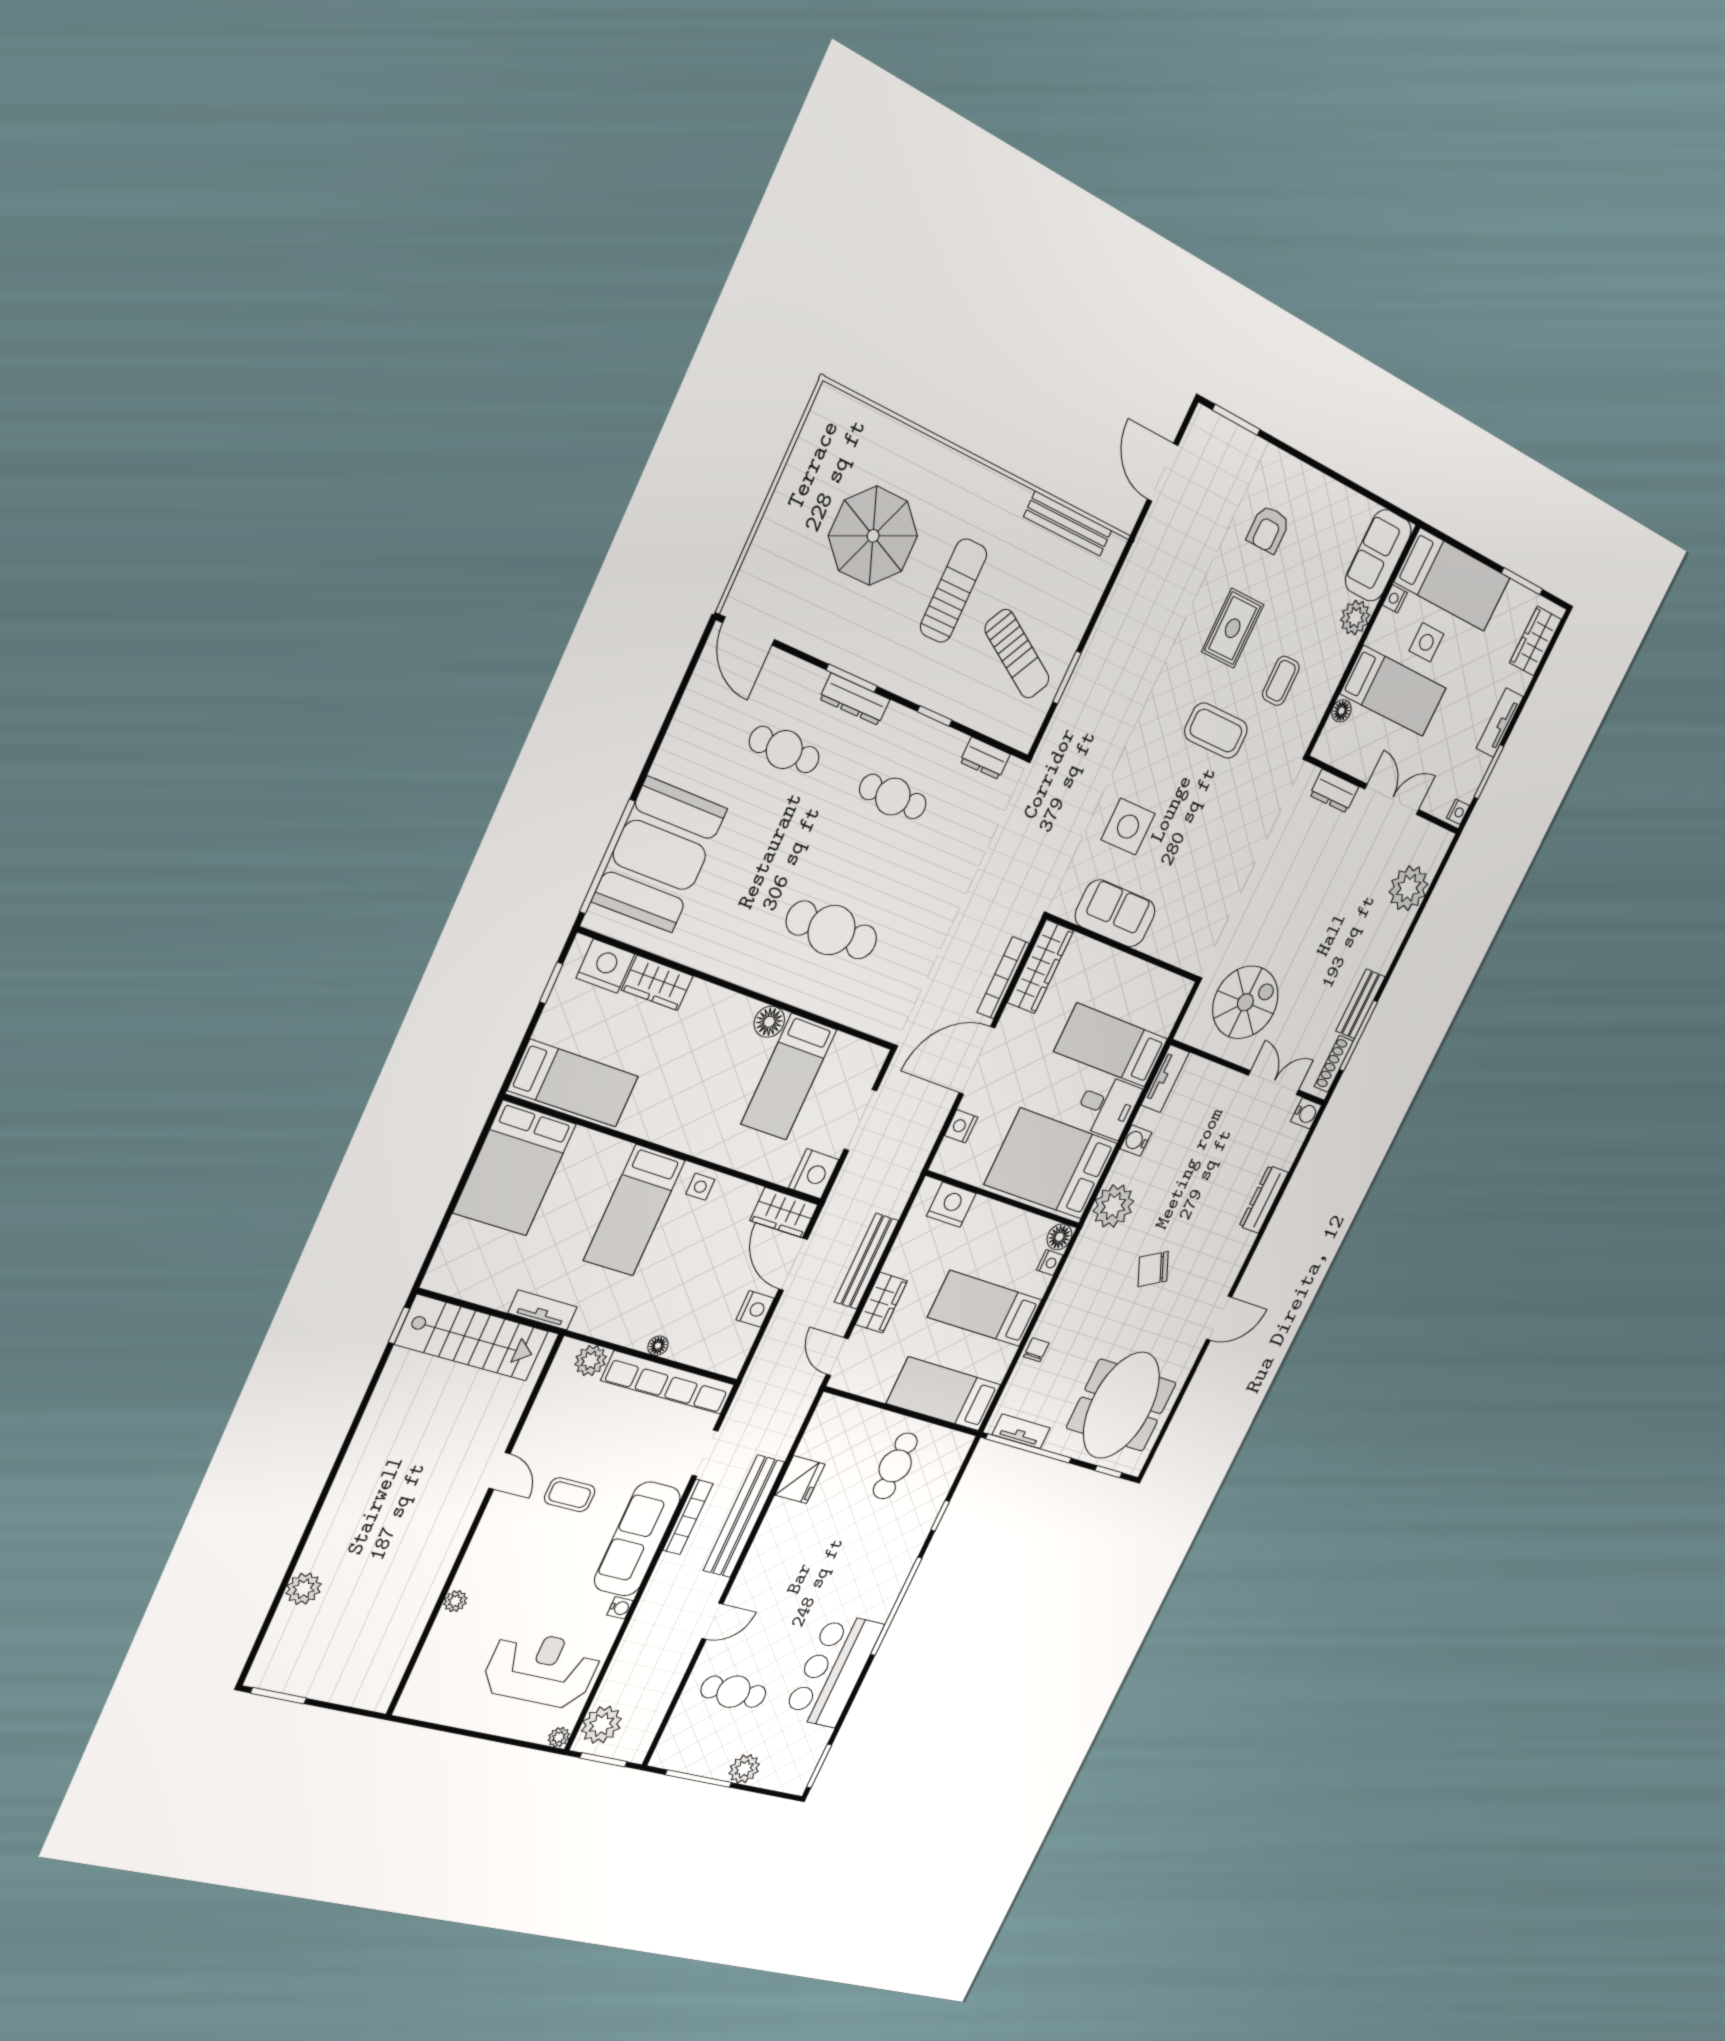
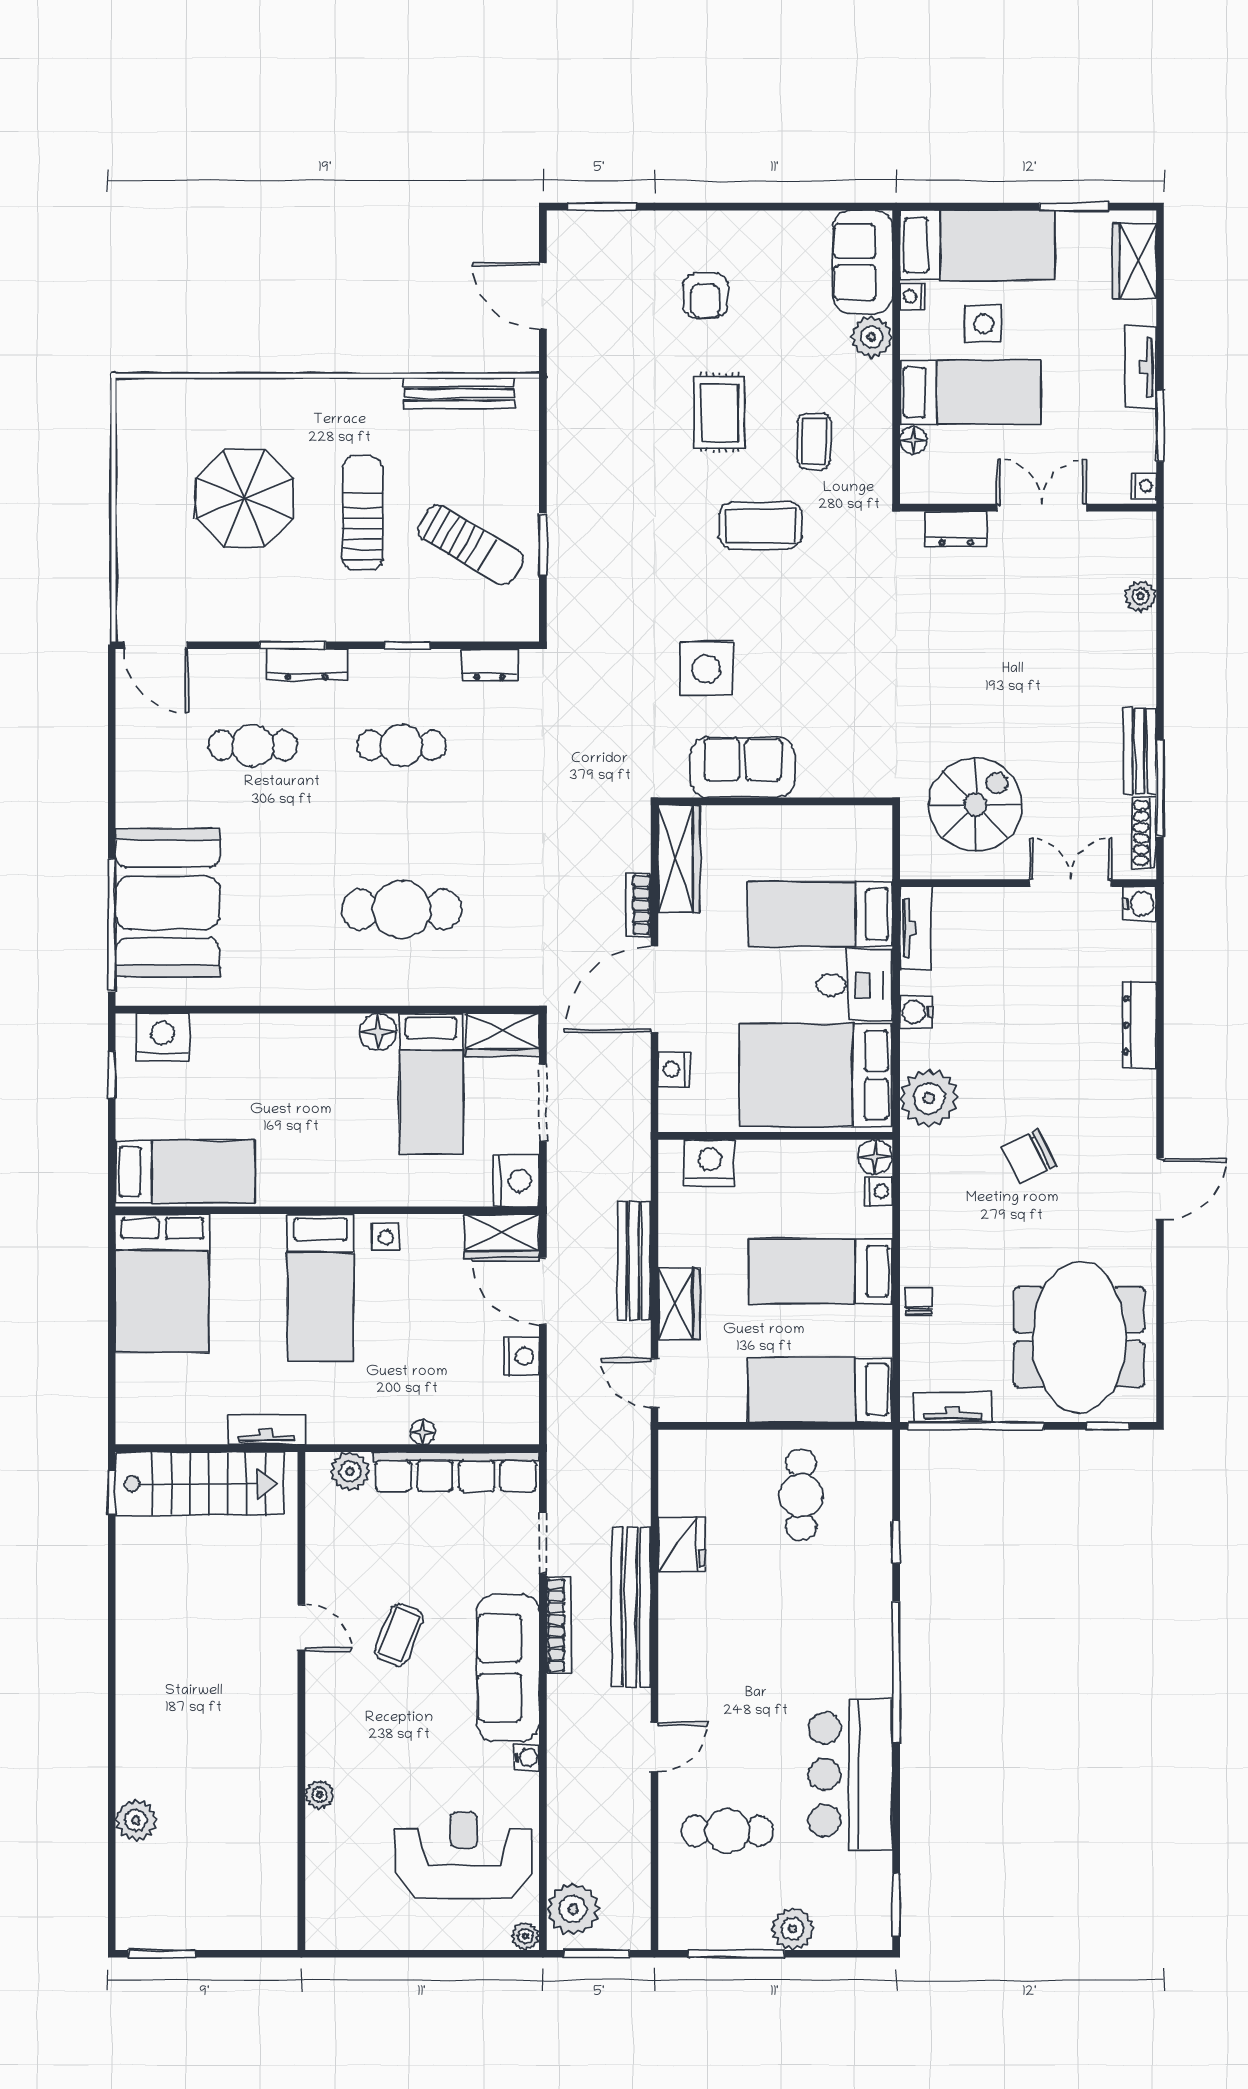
plant: (1409, 888) -> (1141, 596), width x0.53, depth x0.53
bookcase: (1003, 978) -> (638, 905), width x0.64
wardrobe: (657, 983) -> (502, 1035), moved
coffee table: (570, 1495) -> (399, 1635), turned -68

